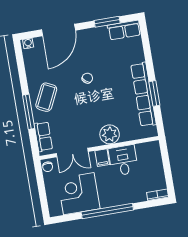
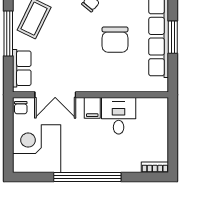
chair: (111, 103) -> (115, 40), added
plant: (110, 134) -> (107, 80), removed
corner desk: (79, 194) -> (37, 149), moved

